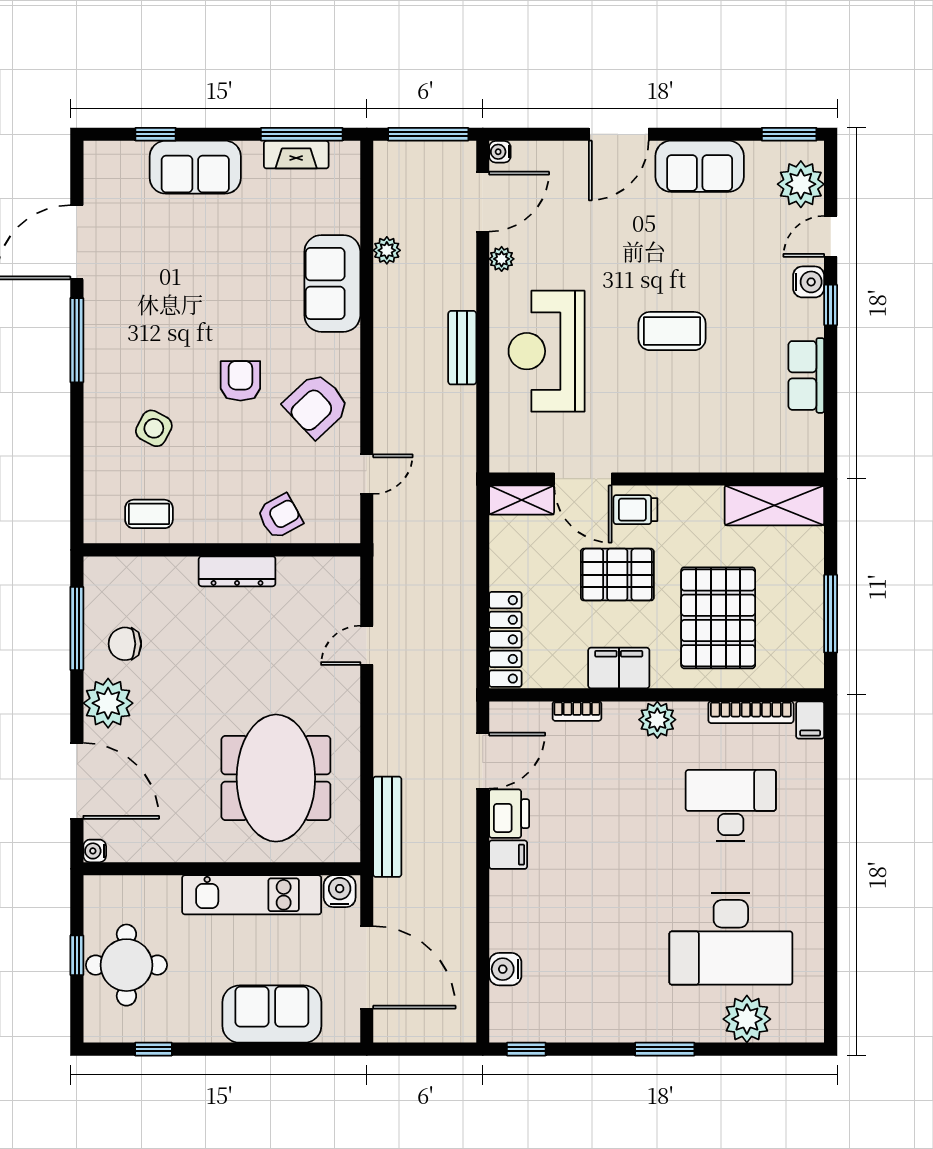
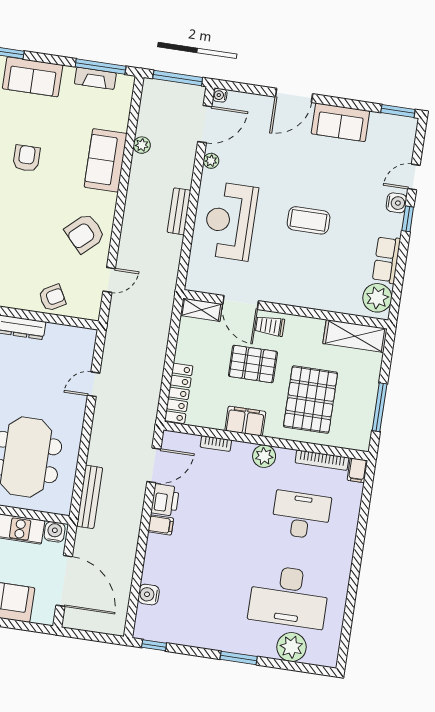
plant: (801, 184) -> (377, 298), moved
armchair: (240, 381) -> (26, 158), moved

